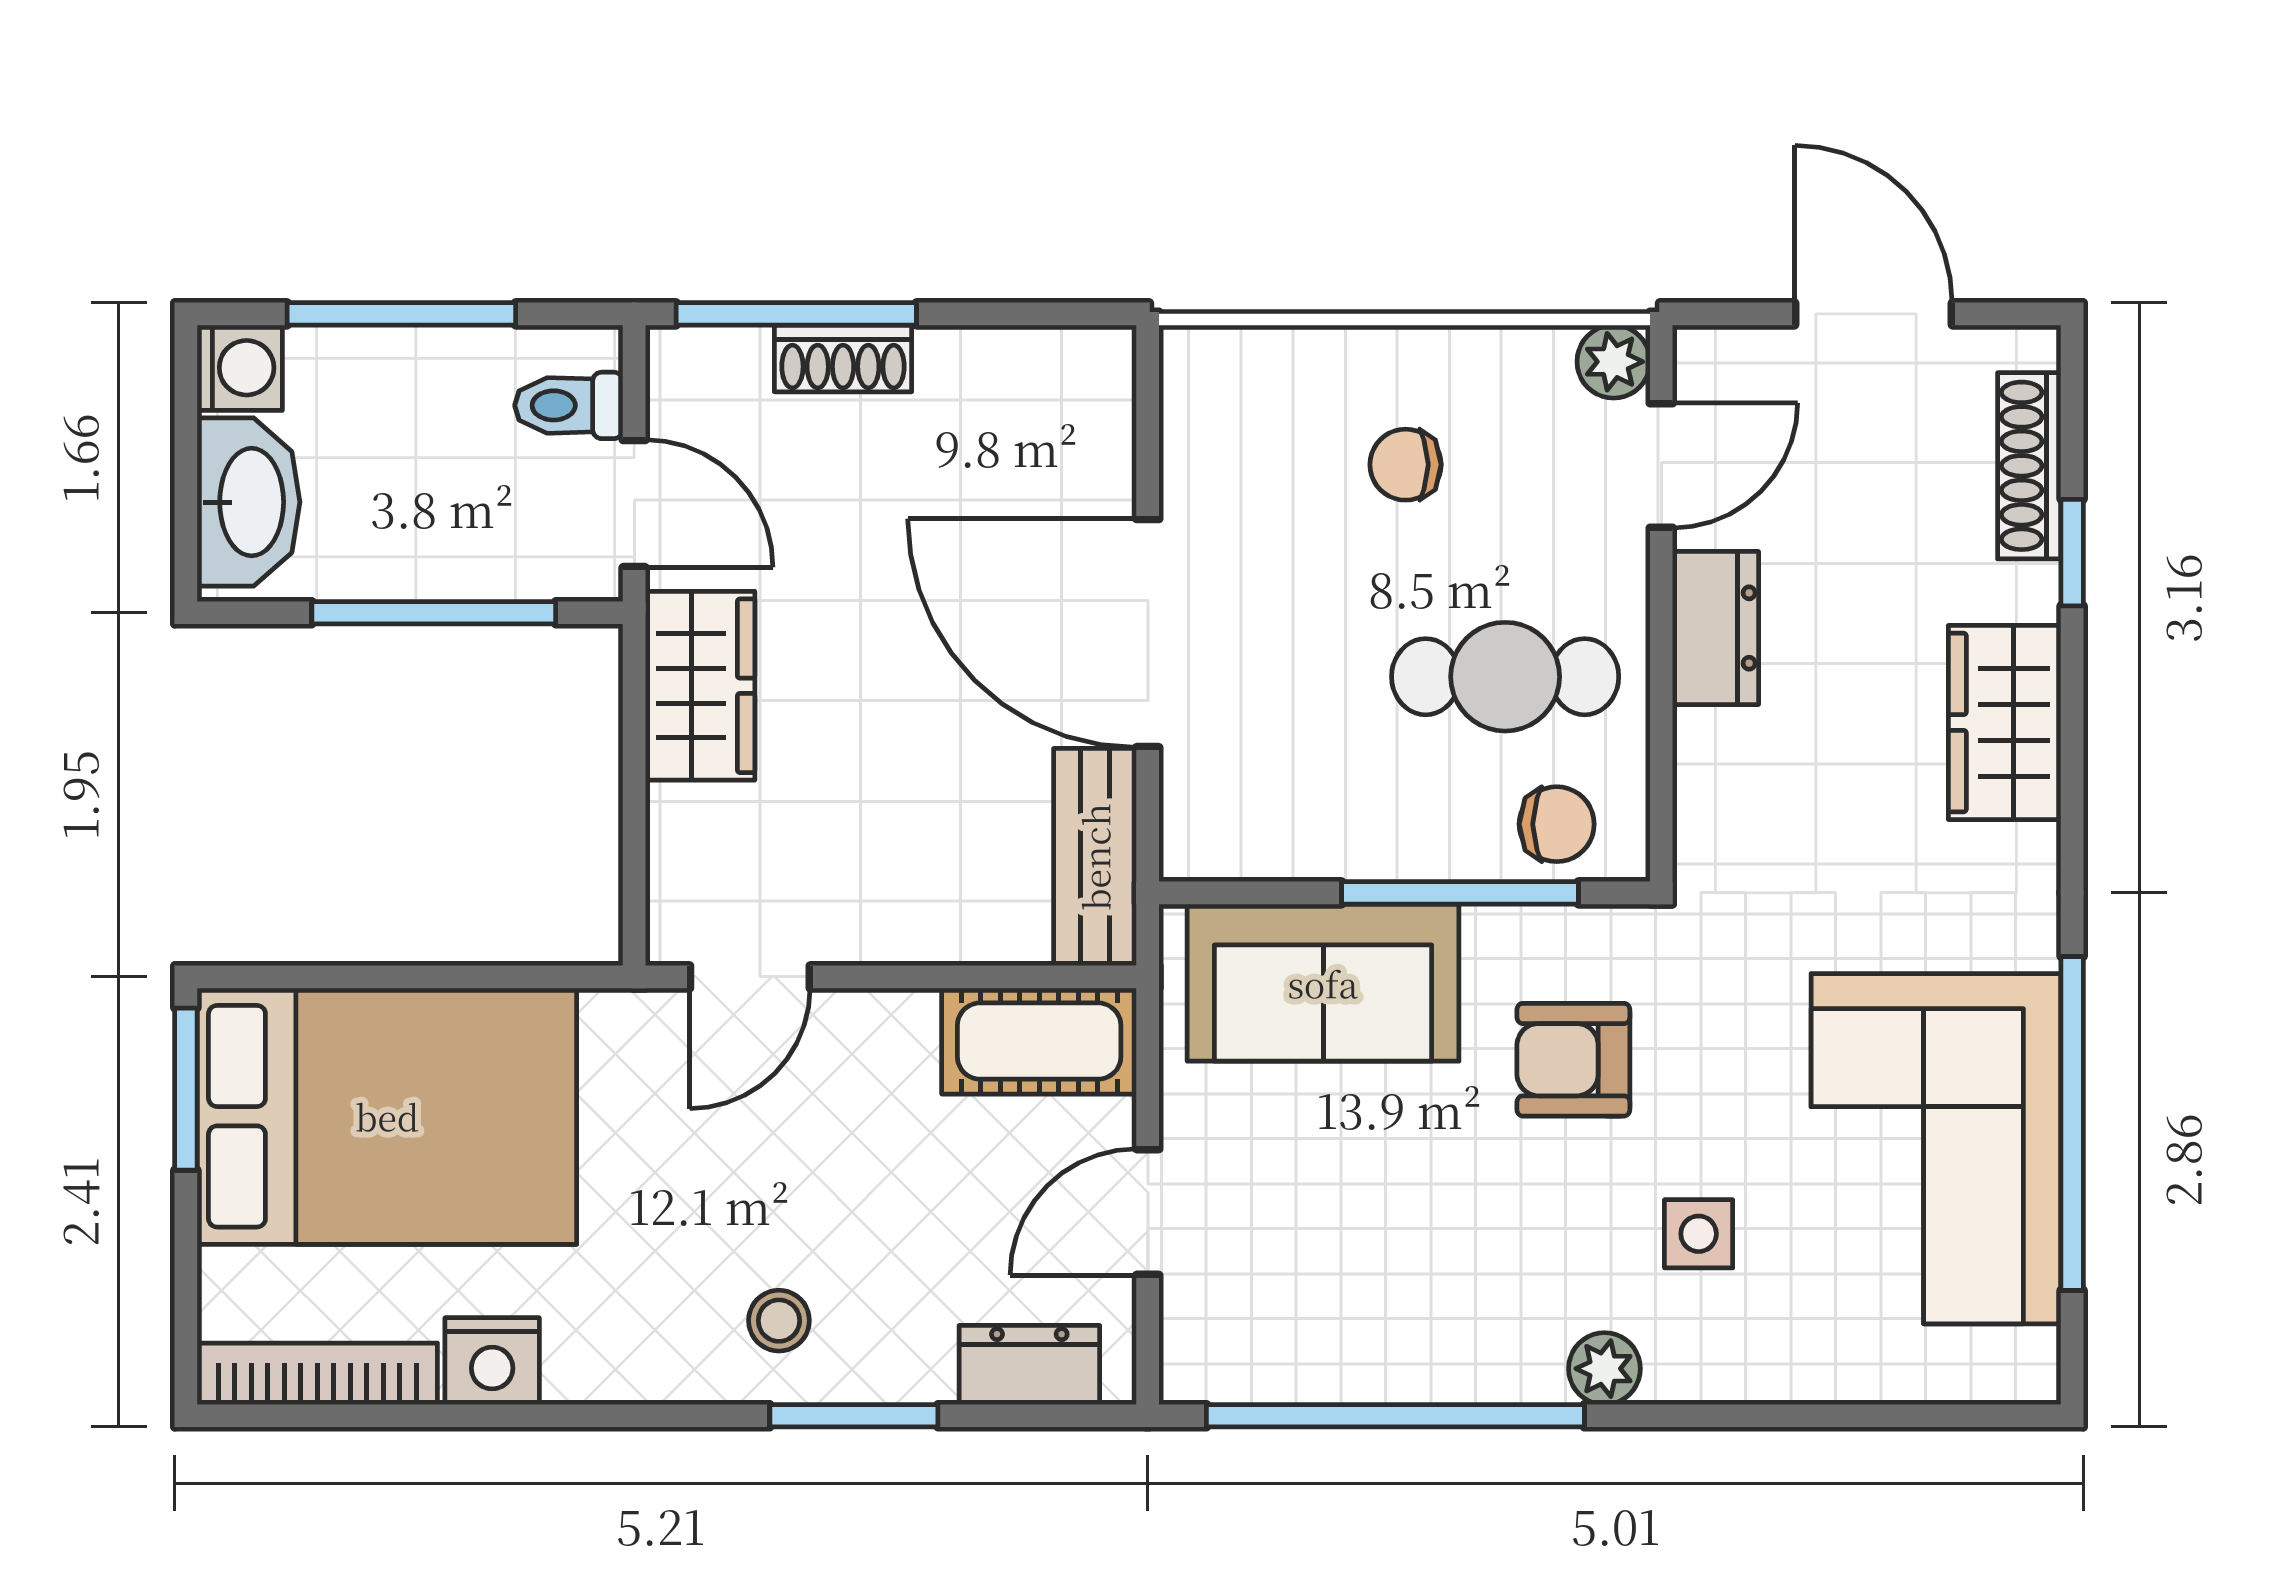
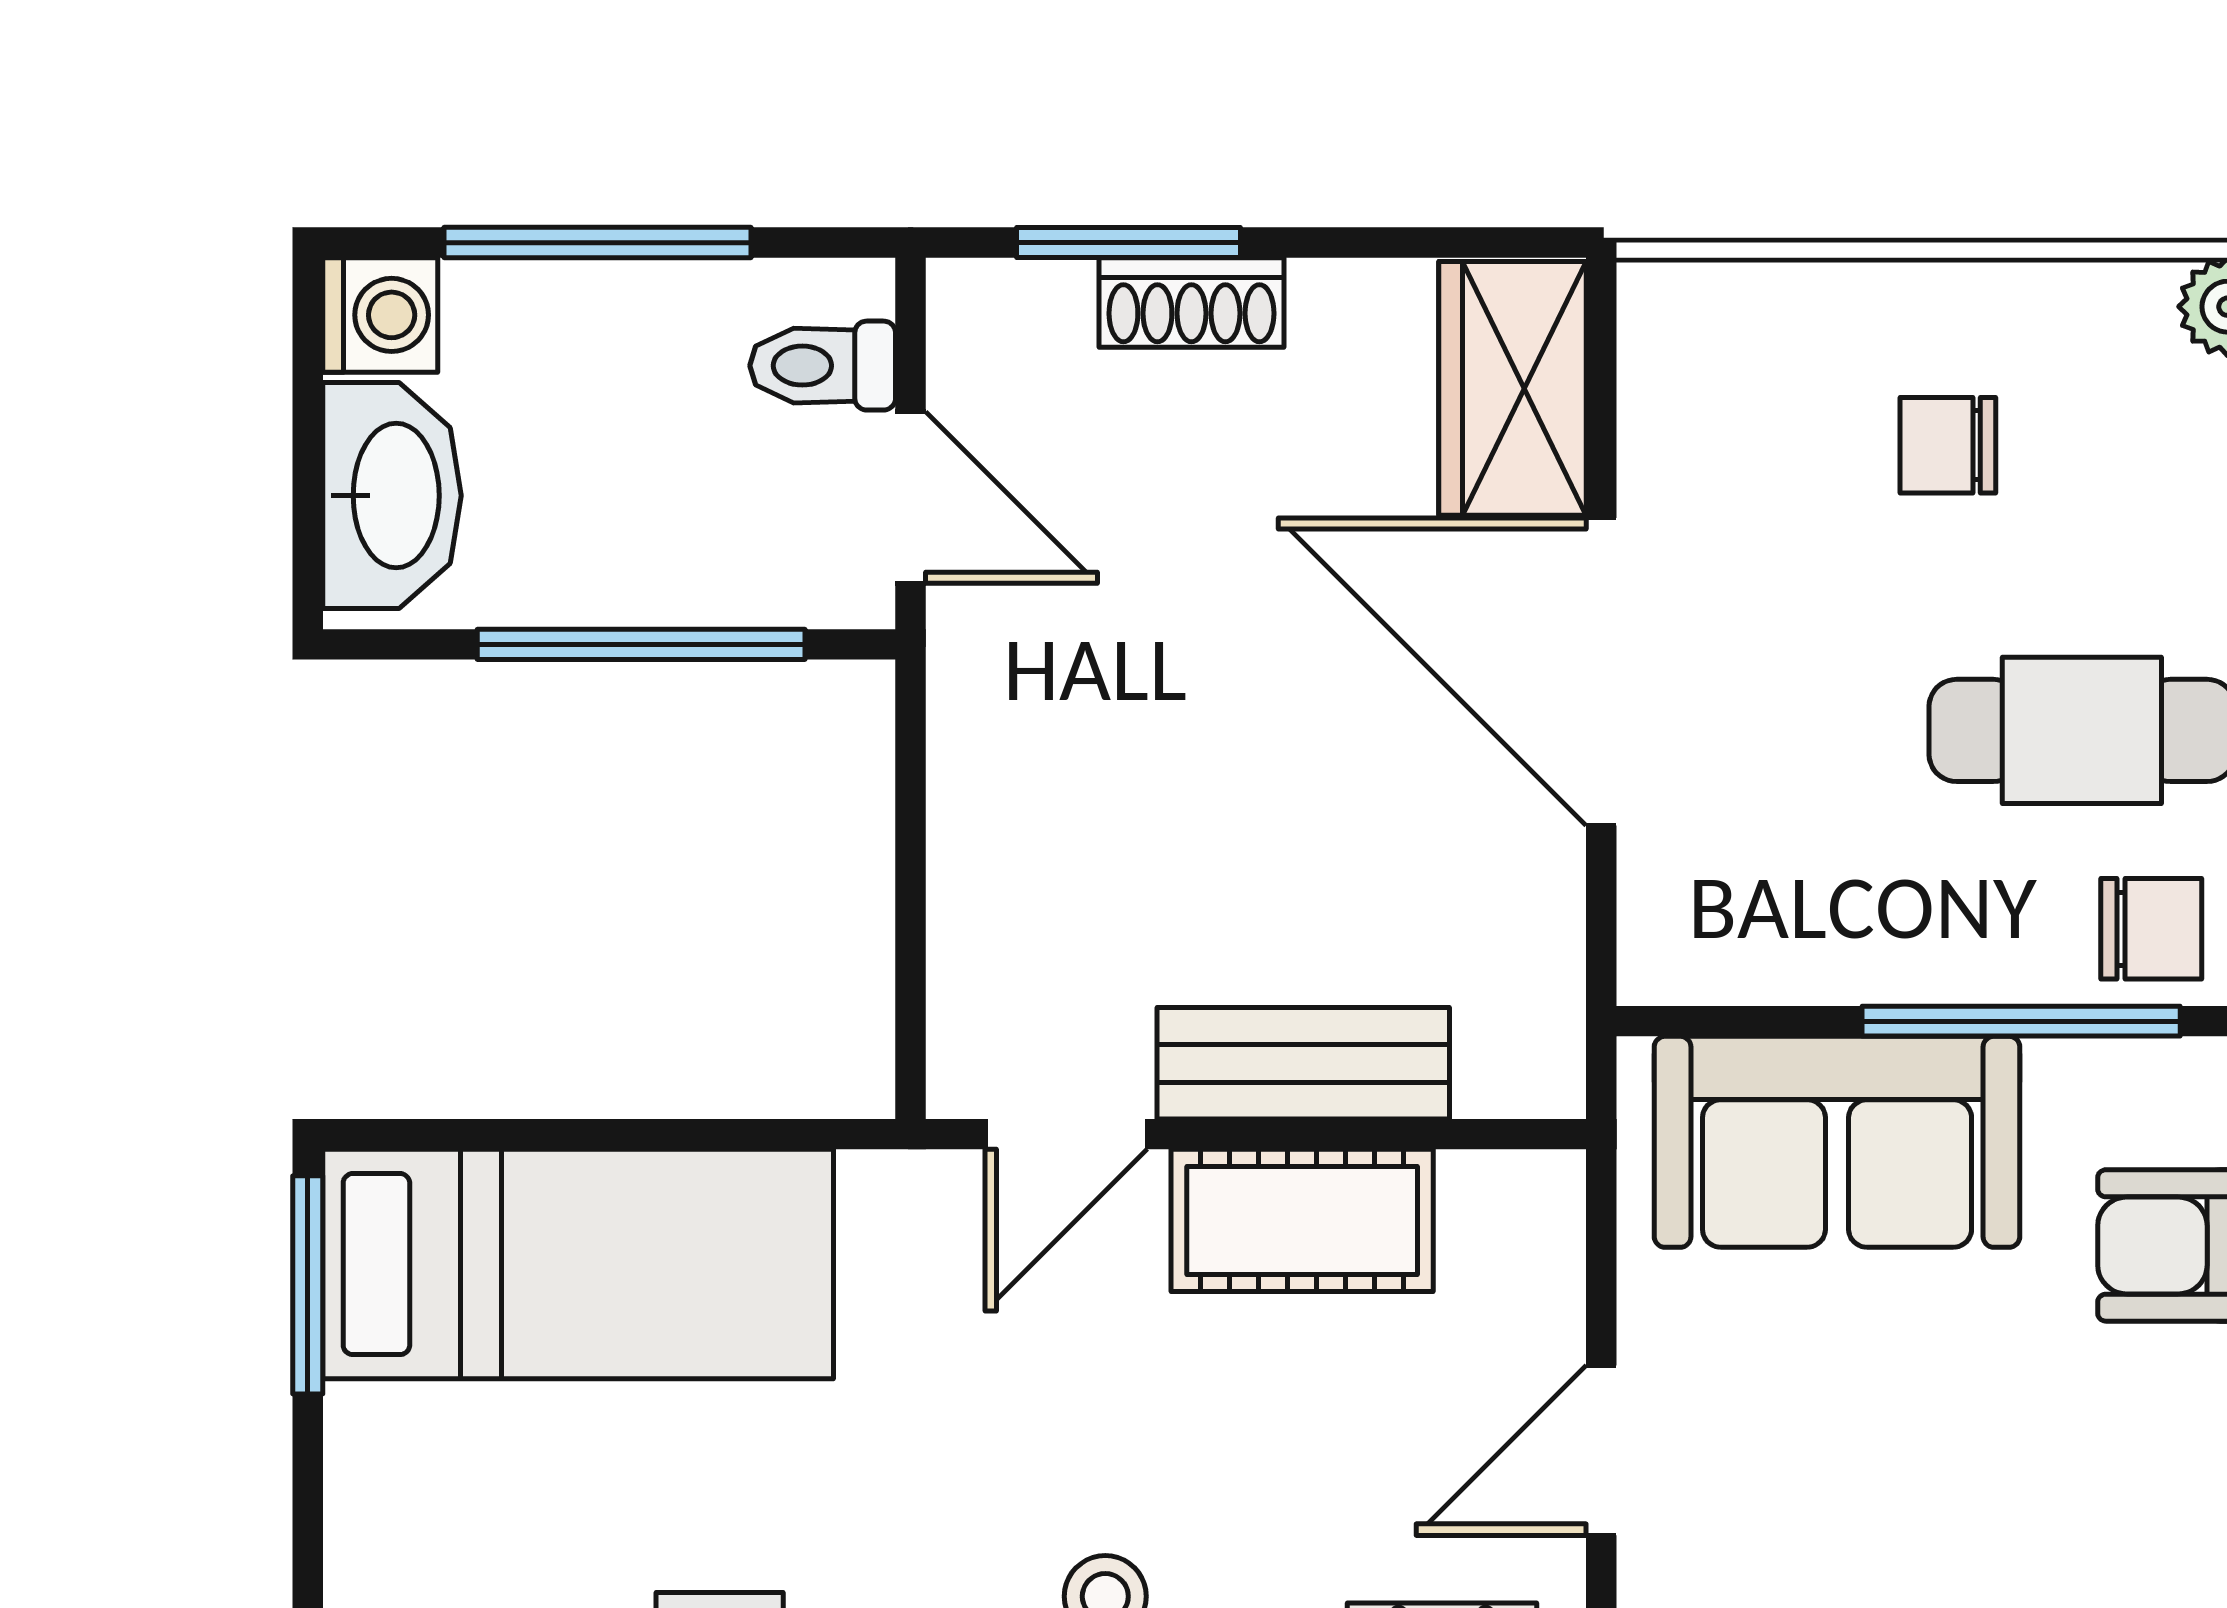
window: (796, 314) -> (1129, 243), width x0.69
wardrobe: (700, 686) -> (1512, 388), moved, turned 180
bench: (1095, 857) -> (1303, 1063), moved, turned 90
cot: (1039, 1041) -> (1302, 1220), moved
bed: (387, 1116) -> (578, 1264), width x0.67

